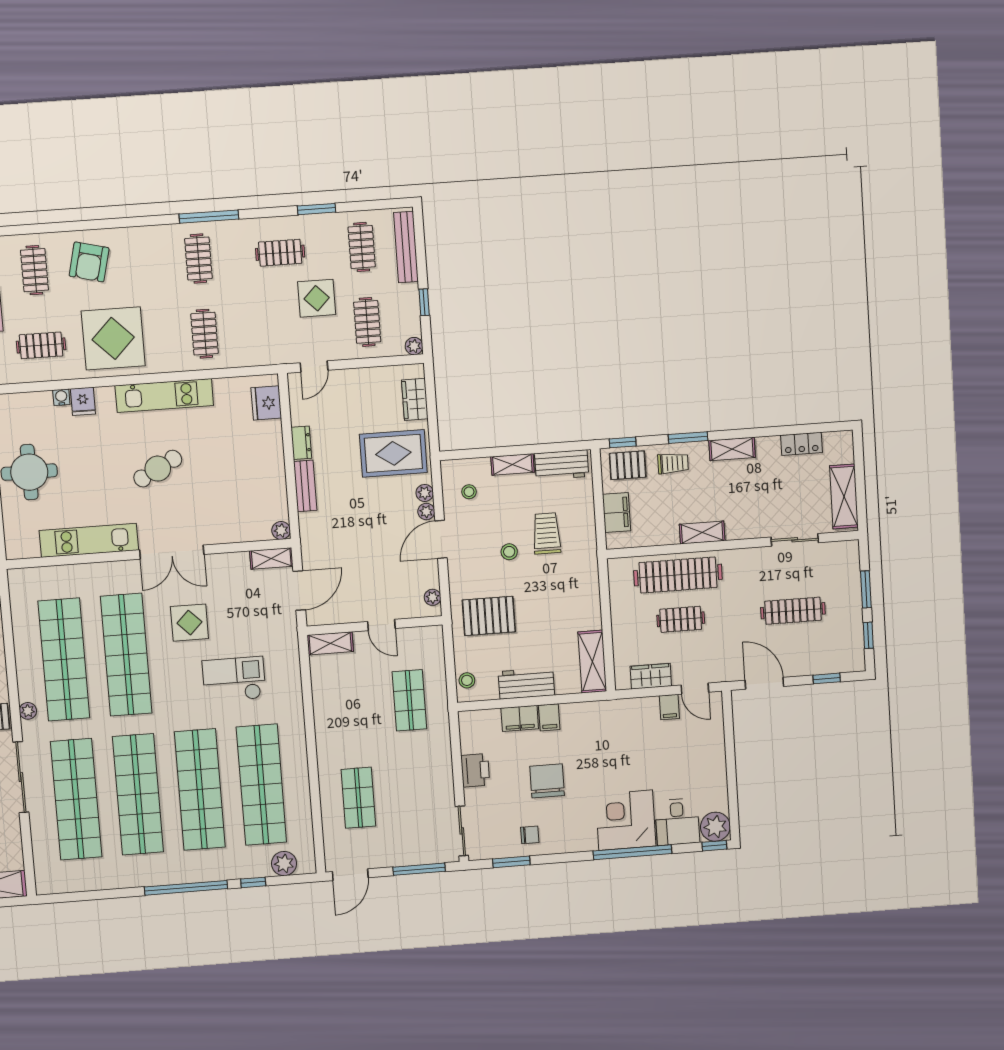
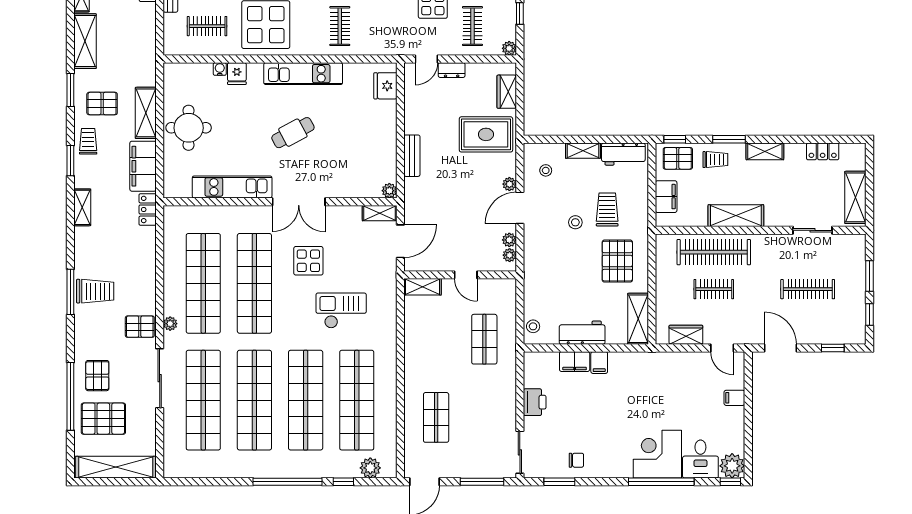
dresser: (301, 443) -> (452, 70), moved, turned 90
plant: (425, 493) -> (509, 240), moved
shelving: (702, 532) -> (736, 216), width x1.50, depth x1.33
pallet: (489, 616) -> (617, 261), moved, turned 90
filing cabinet: (669, 707) -> (734, 398), moved, turned 90
chair: (547, 781) -> (594, 416), removed

